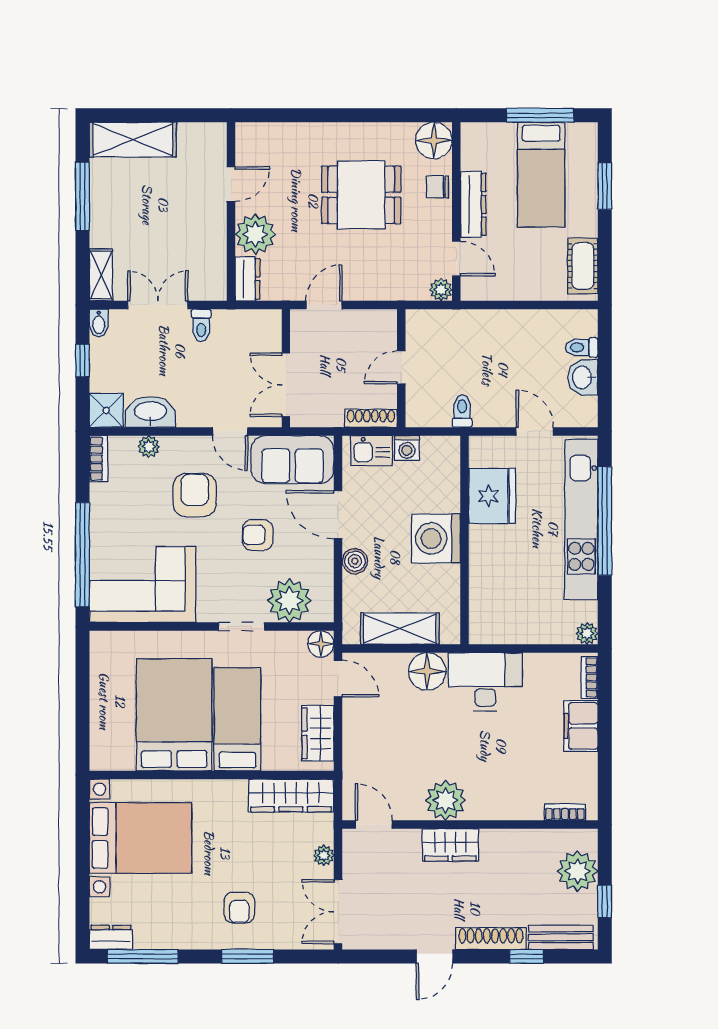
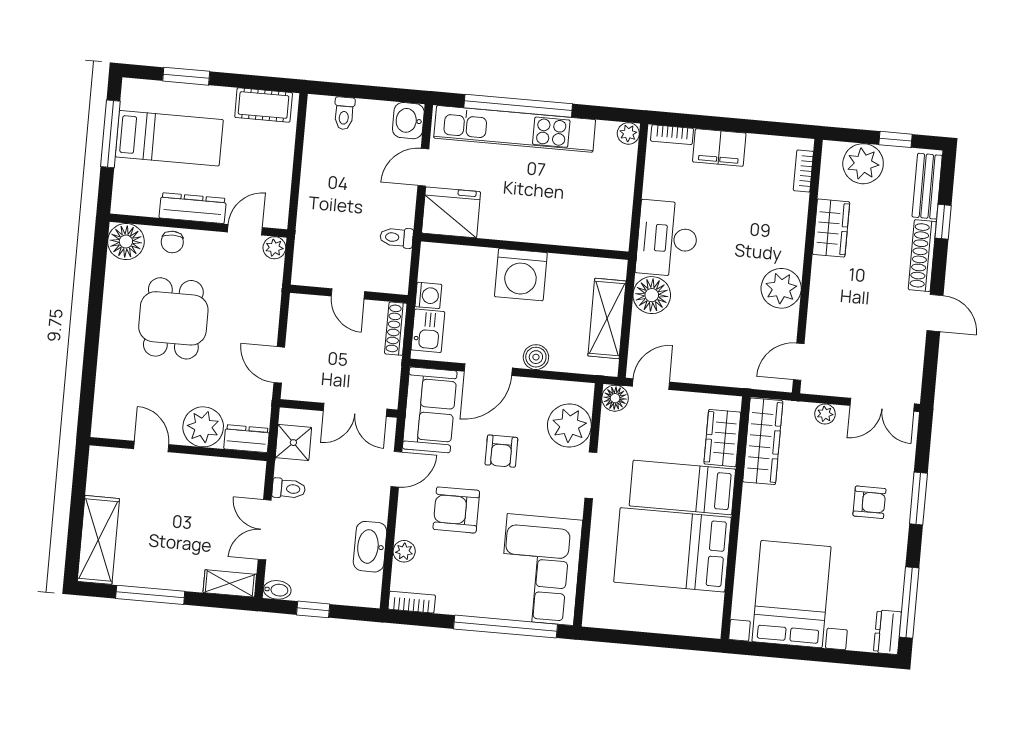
washbasin: (583, 377) -> (408, 121), moved, turned 90
shower: (106, 410) -> (293, 443), moved
fridge: (492, 496) -> (451, 212), moved
wardrobe: (318, 733) -> (722, 438), moved, turned 90
wardrobe: (450, 845) -> (831, 228), moved

